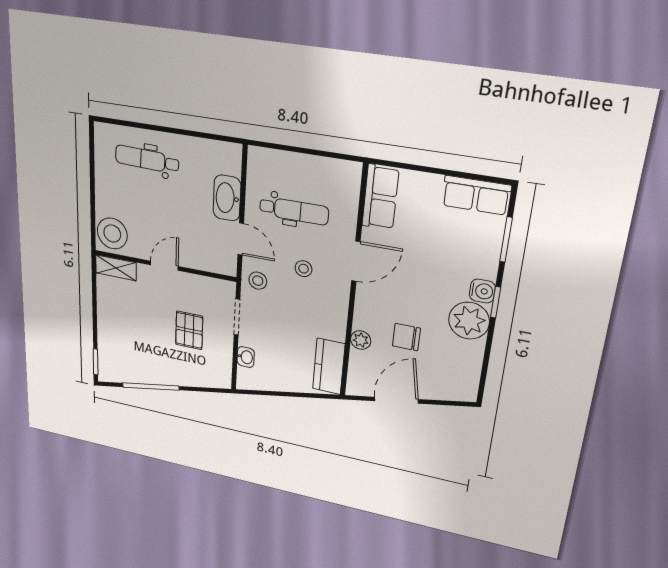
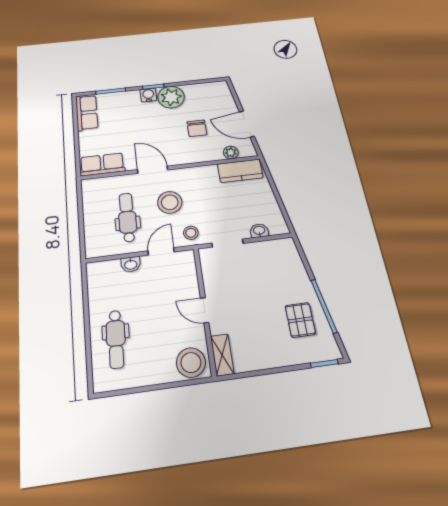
washbasin: (227, 198) -> (131, 264), width x0.52, depth x0.69
stool: (304, 269) -> (170, 202), width x1.89, depth x1.89
pallet: (189, 330) -> (300, 320), moved, turned 90
plant: (361, 340) -> (231, 152), moved

